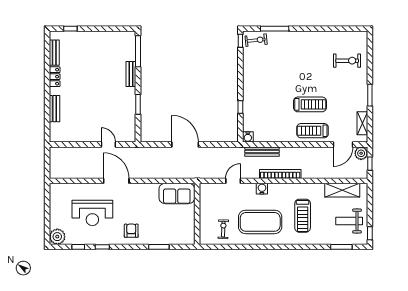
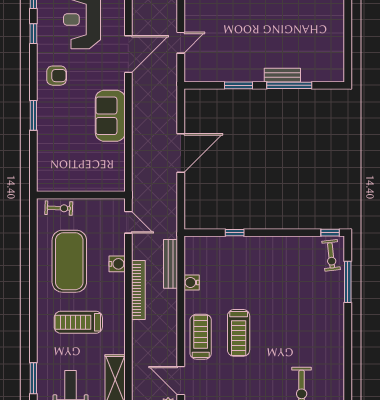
window: (138, 51) -> (289, 85), moved
water cooler: (248, 137) -> (192, 283), moved
sofa: (177, 193) -> (110, 116), moved
wall: (197, 214) -> (81, 195), moved

